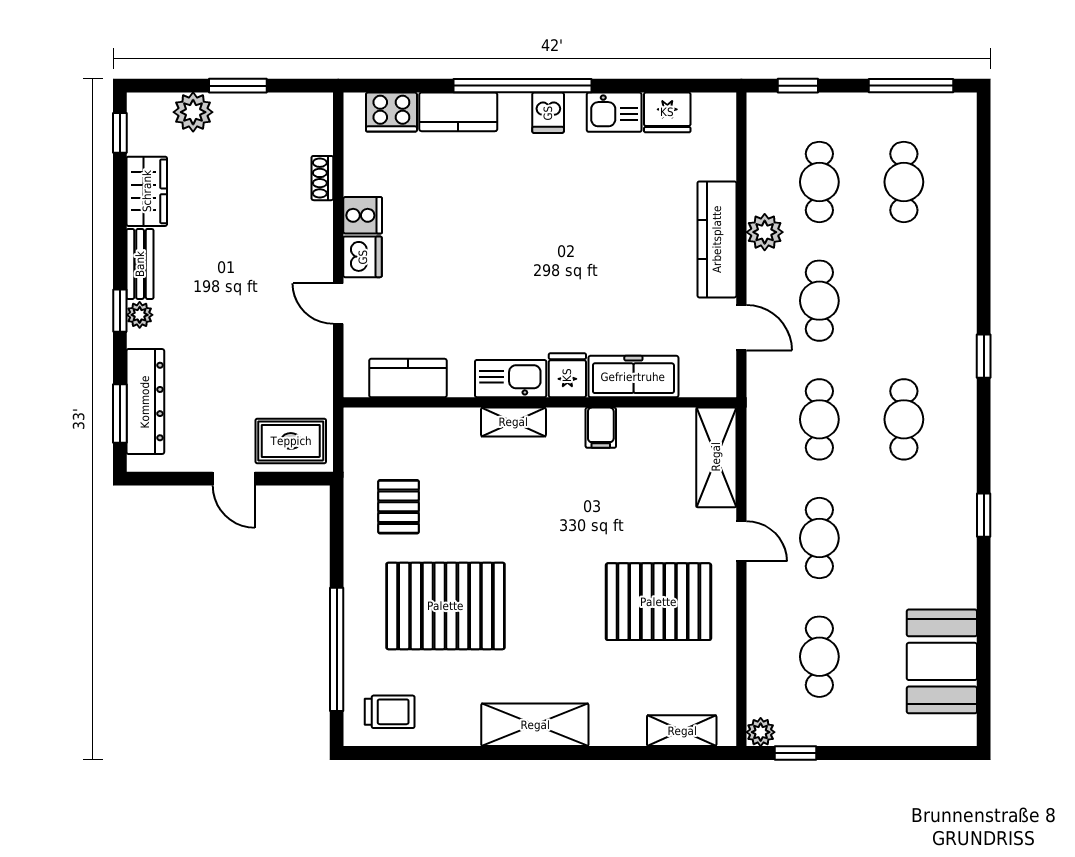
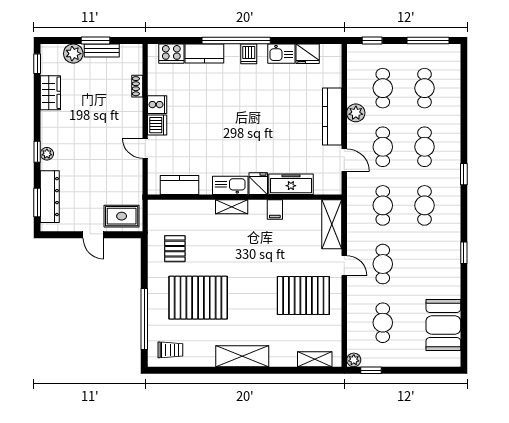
bench: (140, 264) -> (102, 51), moved, turned 90
cafe table: (904, 301) -> (425, 147), added

